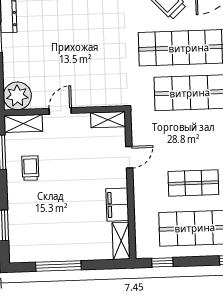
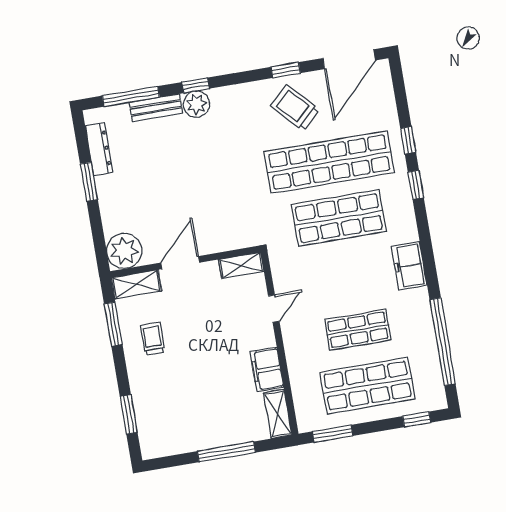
door: (60, 111) -> (180, 263), width x1.38
window: (162, 262) -> (333, 434), width x1.50
window: (58, 266) -> (226, 452), moved

